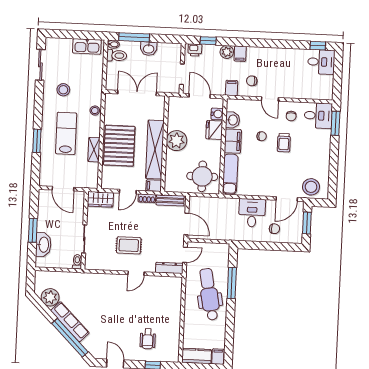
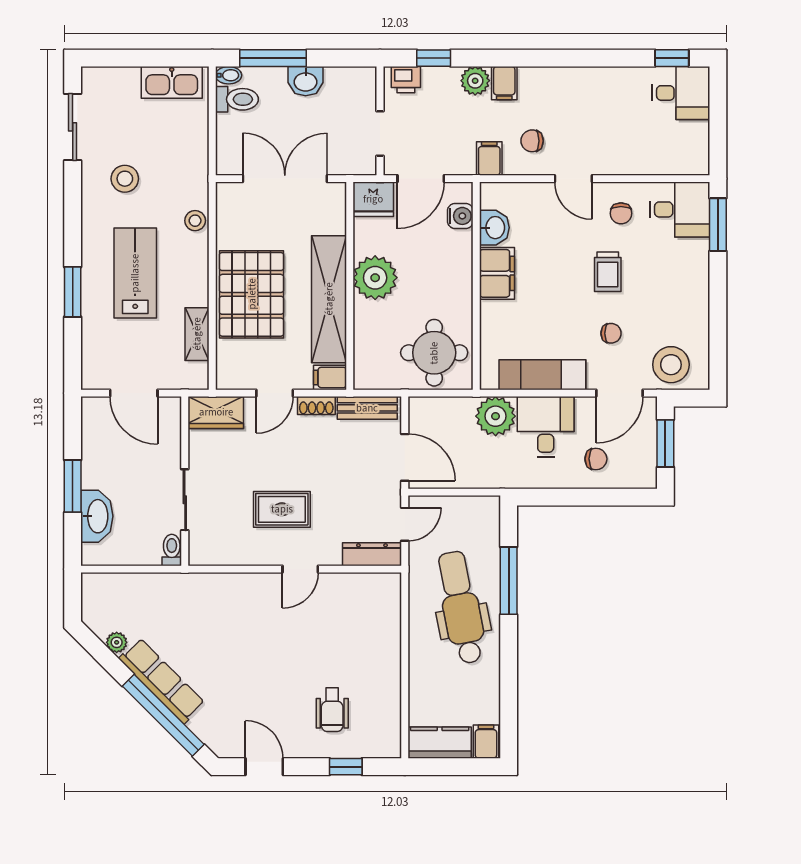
door: (200, 96) -> (421, 179), swing flipped
fridge: (214, 130) -> (373, 199), moved, turned -90
chair: (262, 136) -> (611, 333), moved
shelving: (94, 150) -> (197, 334), moved
exam couch: (230, 174) -> (542, 375), moved, turned -90
plant: (229, 207) -> (496, 416), added
plant: (50, 297) -> (117, 642), width x0.53, depth x0.53

